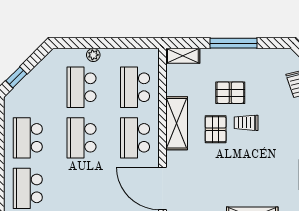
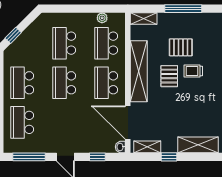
plant: (93, 55) -> (102, 18), moved
shelving: (177, 123) -> (139, 71), width x1.47

